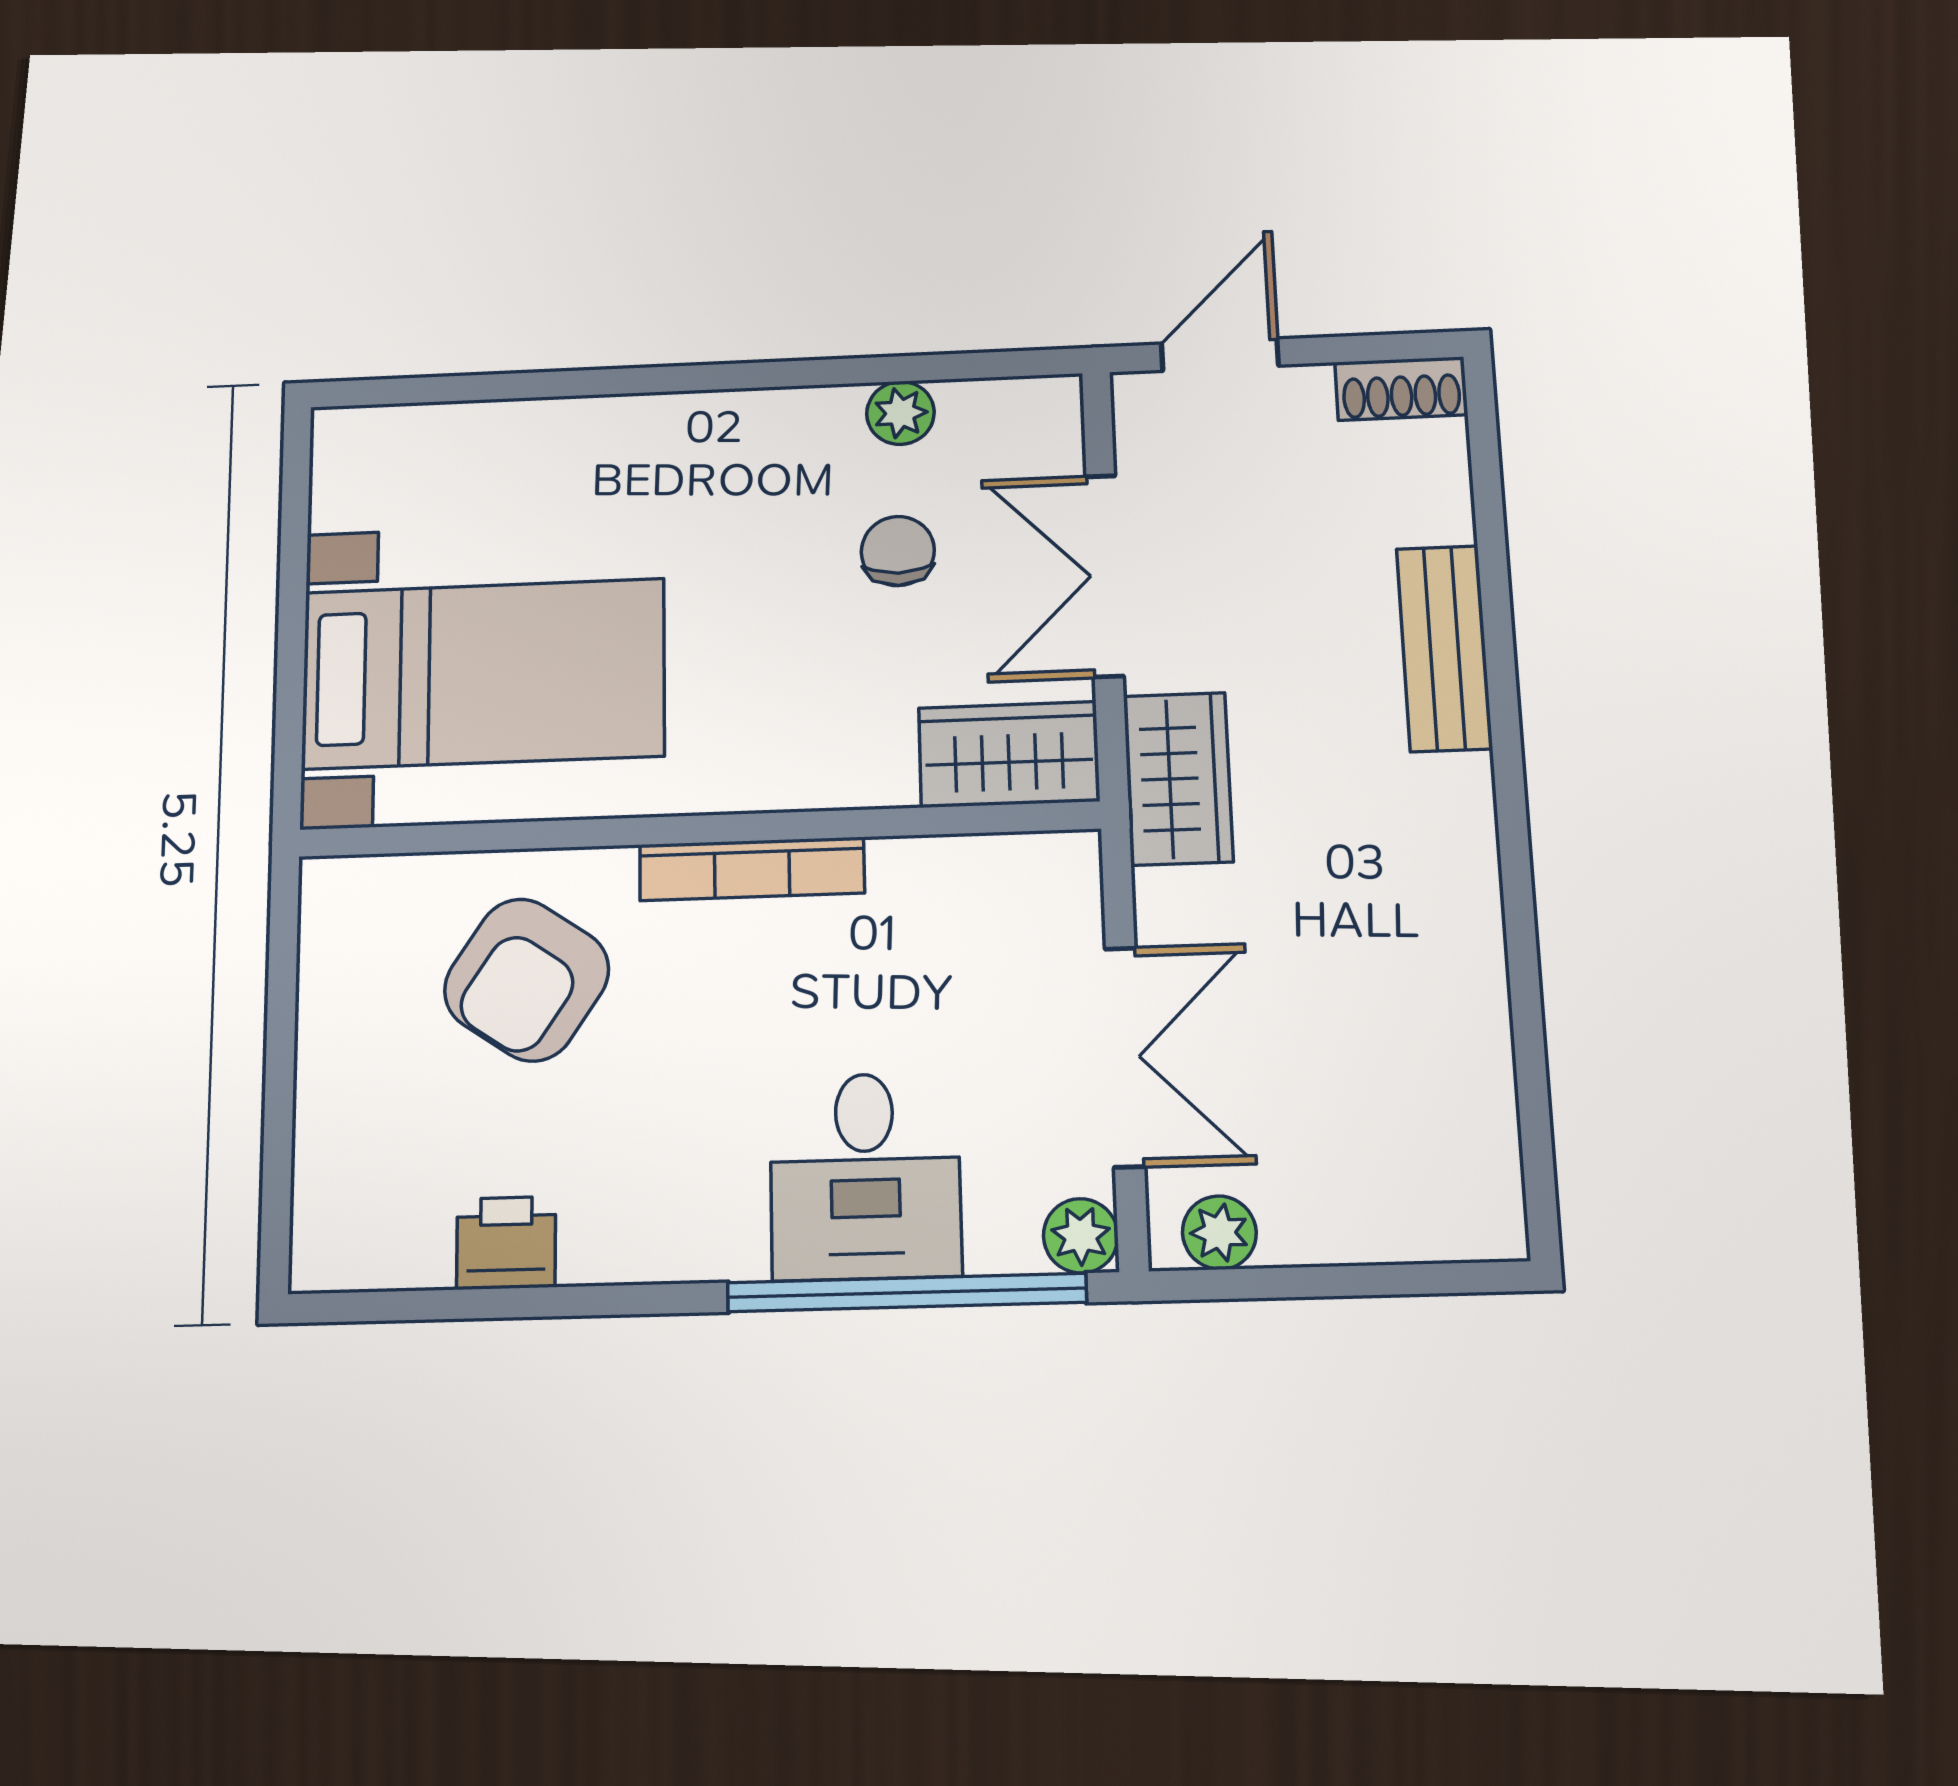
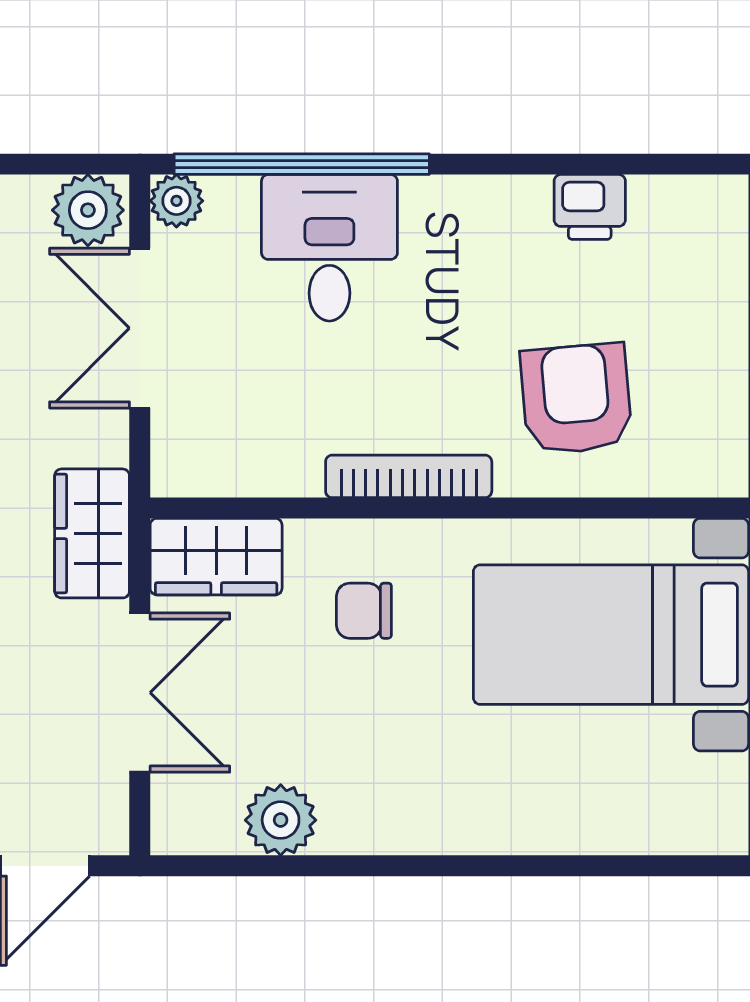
plant: (900, 413) -> (281, 820), width x1.38, depth x1.38
chair: (898, 551) -> (364, 611), moved, turned 90
armchair: (527, 980) -> (576, 399), turned -39
plant: (1219, 1233) -> (88, 210), width x1.38, depth x1.38

